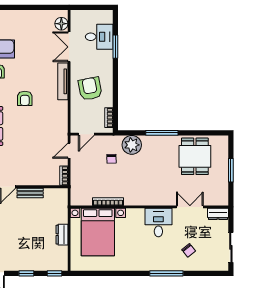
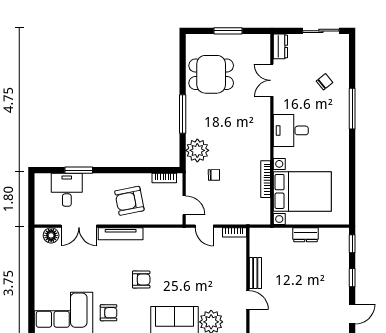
desk: (158, 222) -> (291, 130), moved

